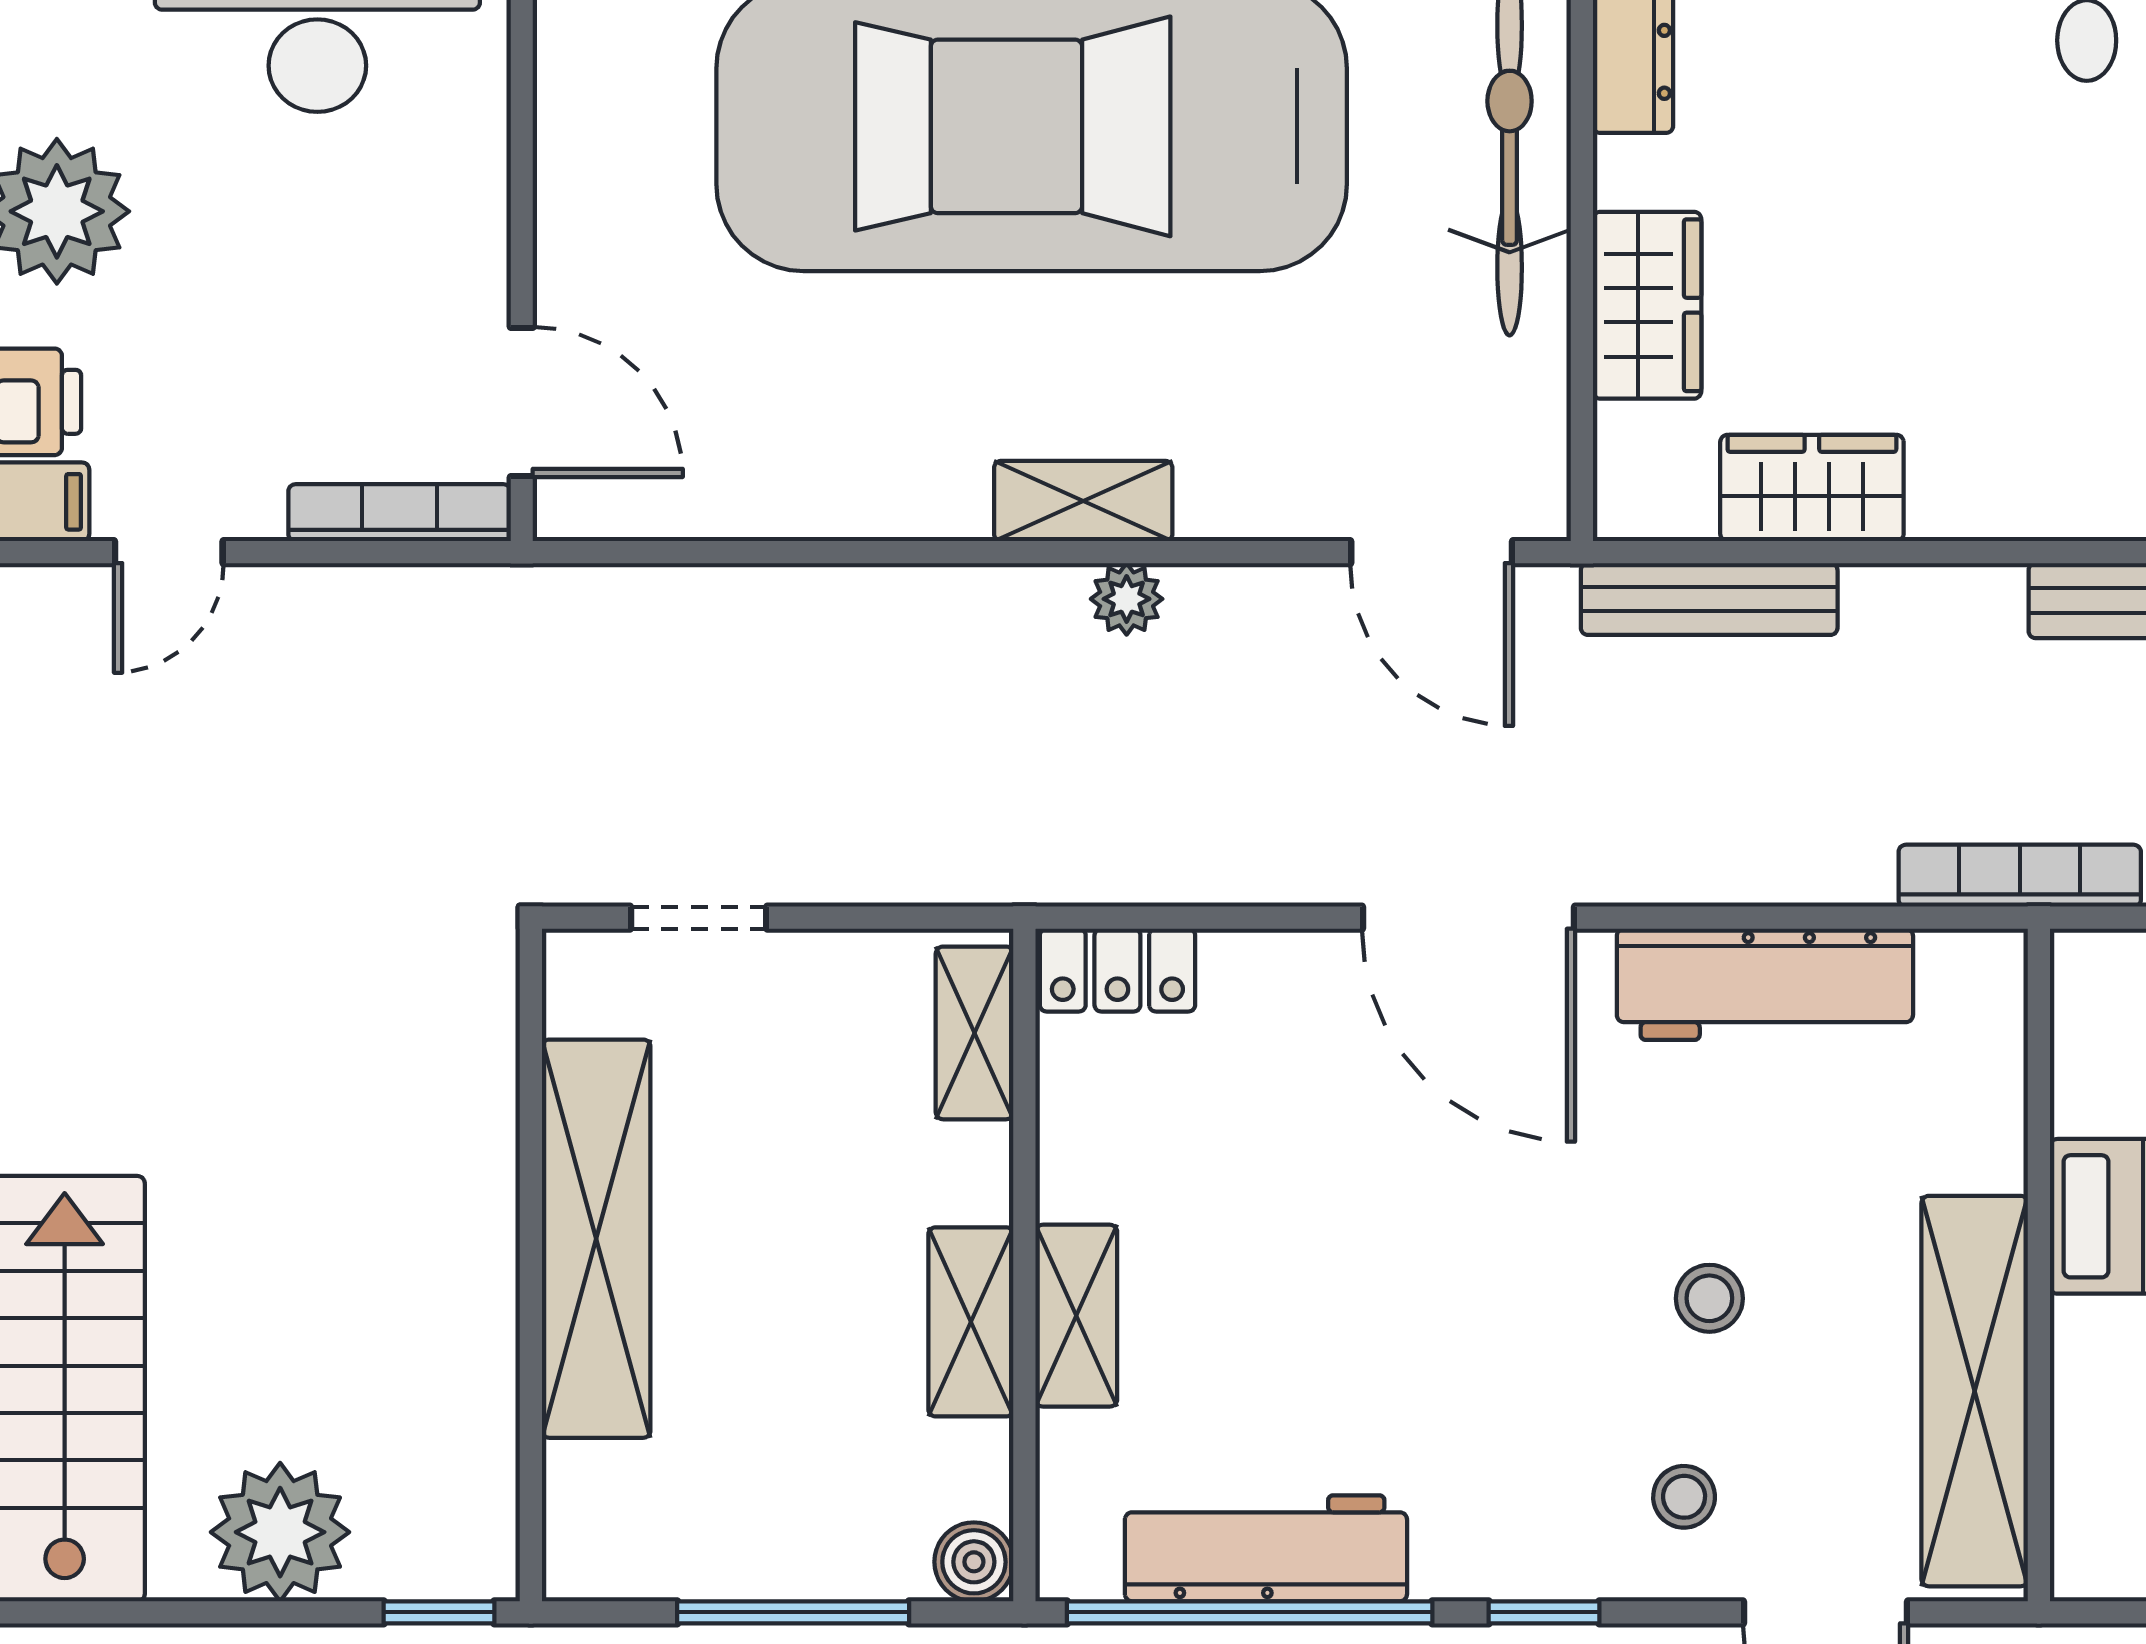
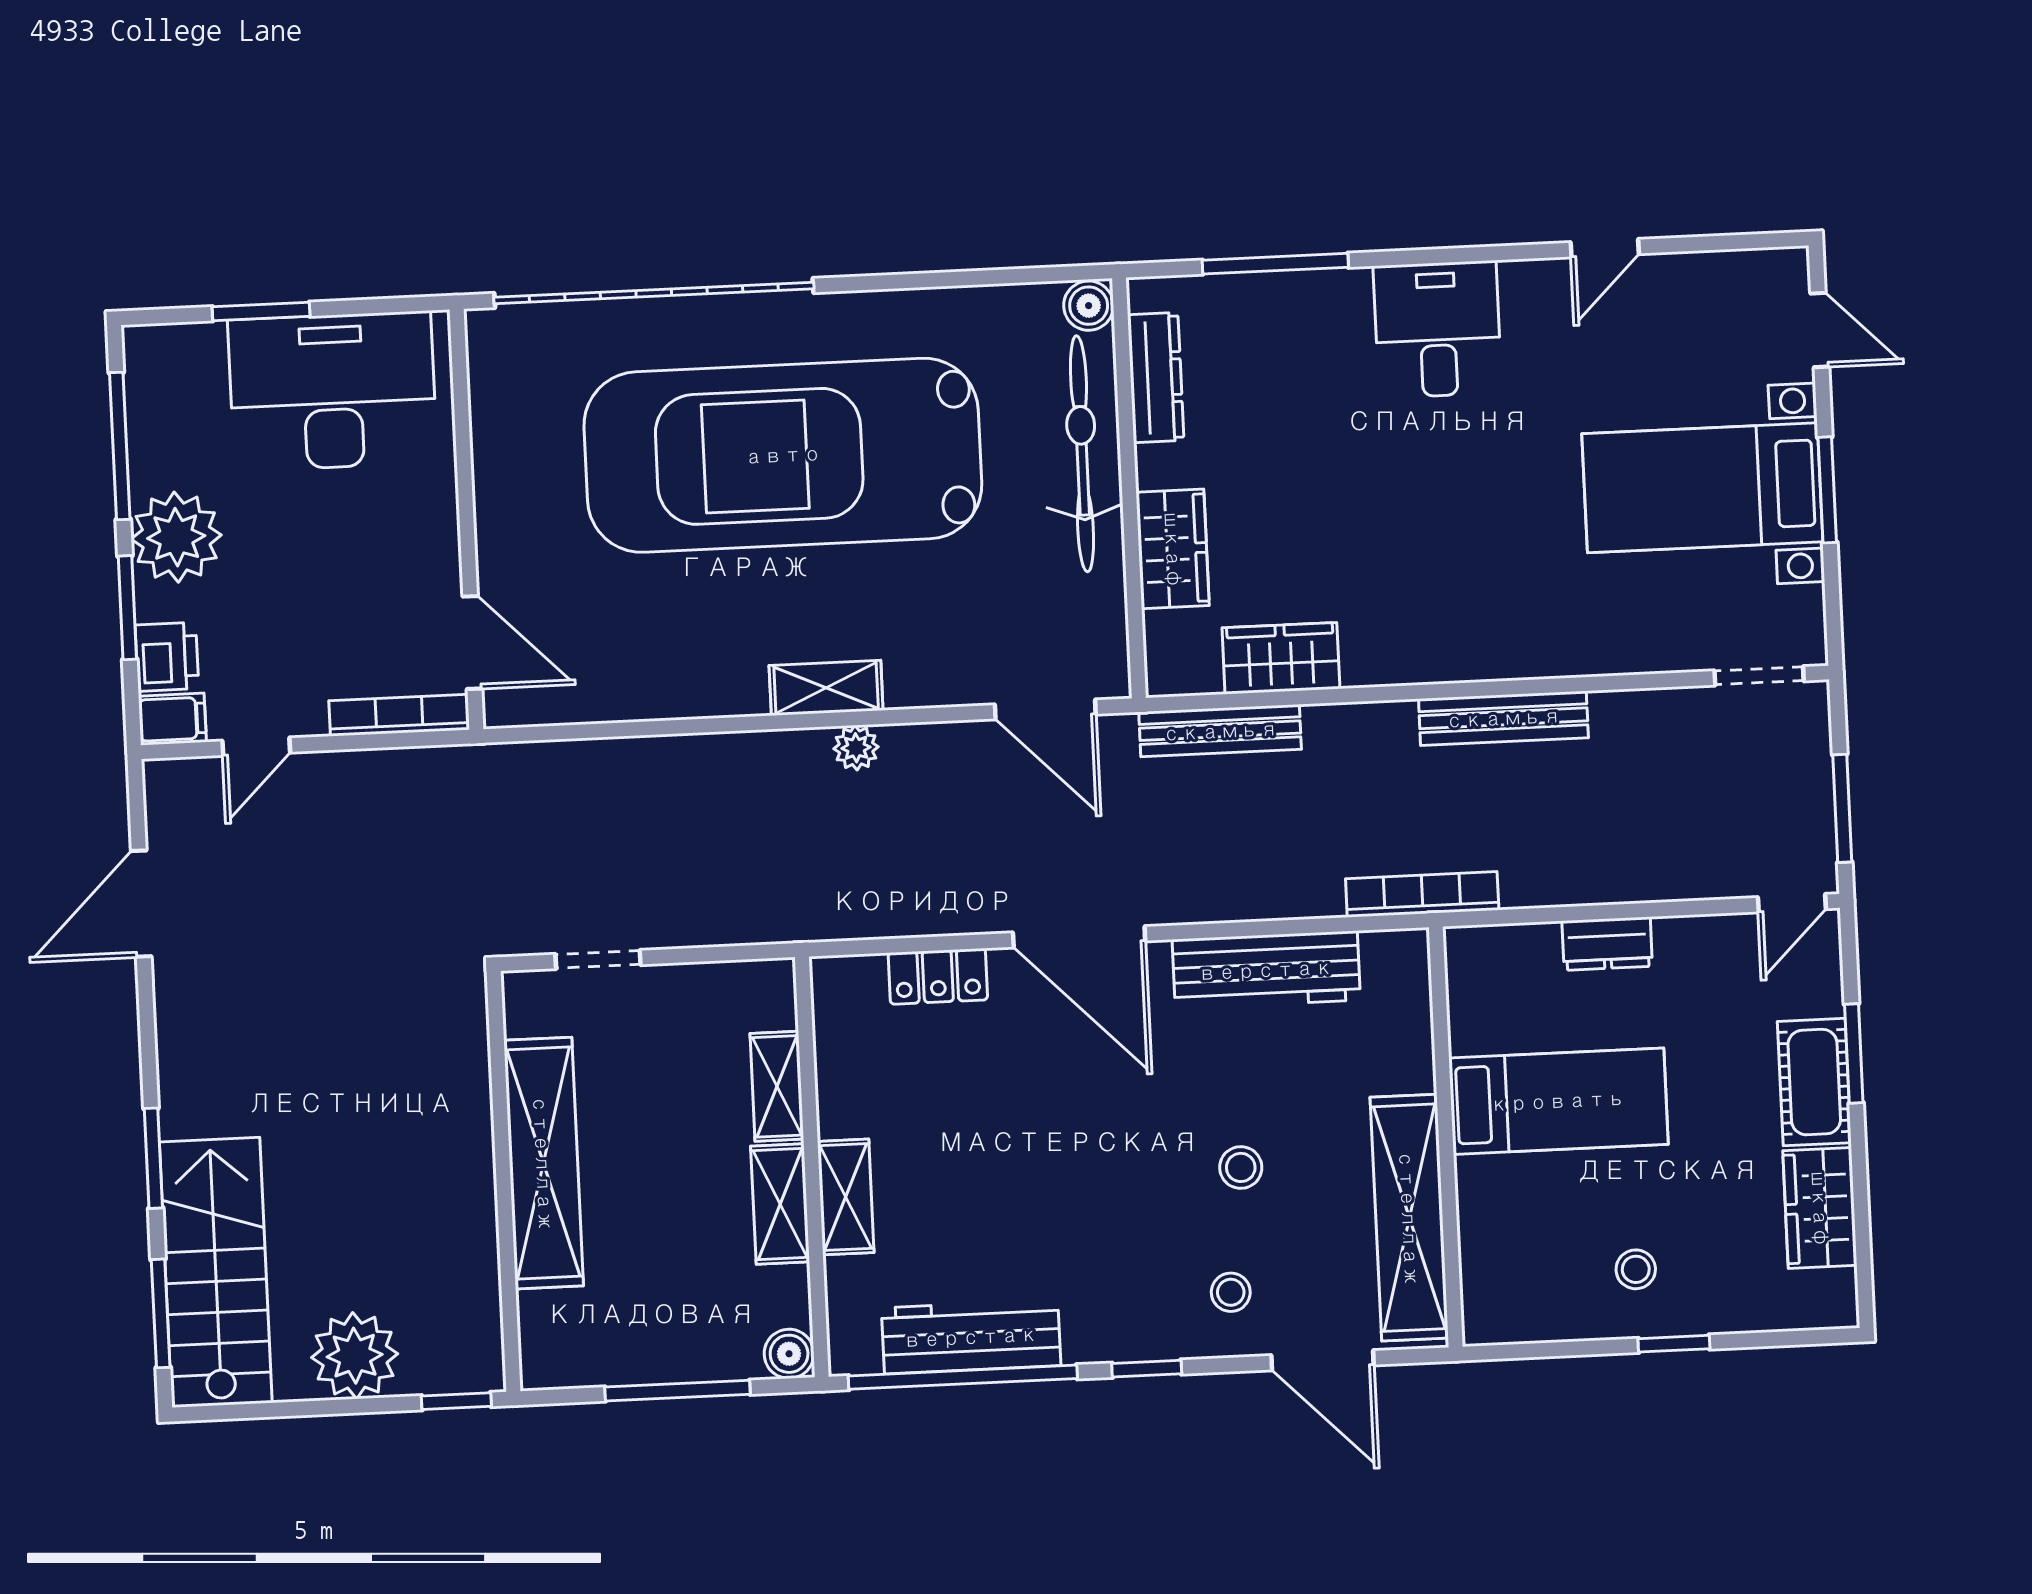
locker: (1117, 970) -> (938, 976), moved
shelving: (975, 1033) -> (777, 1086), moved

